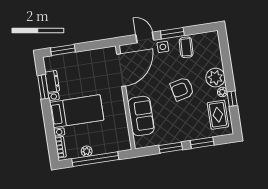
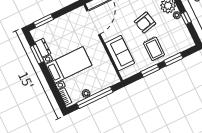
rug: (218, 115) -> (154, 49), moved

